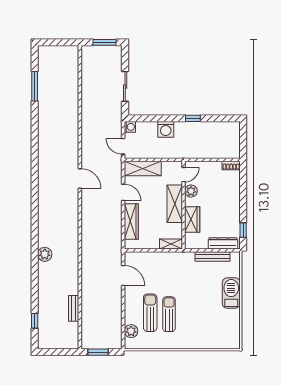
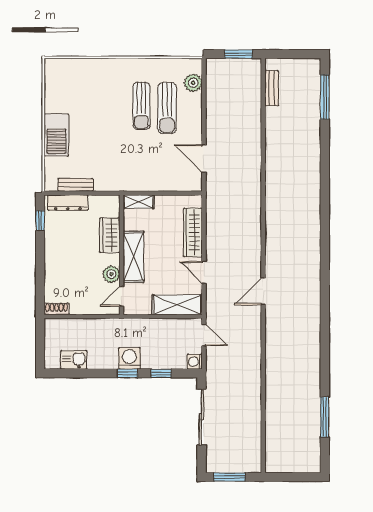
sliding door: (125, 86) -> (201, 417), width x1.37
window: (155, 118) -> (161, 373), added
window: (193, 118) -> (127, 373), moved
kitchen sink: (219, 128) -> (74, 360), added
washing machine: (166, 129) -> (129, 358), moved
door: (80, 178) -> (263, 291), hinge flipped
plant: (45, 254) -> (311, 188), removed
bench: (213, 256) -> (76, 185), width x0.73
bench: (74, 308) -> (272, 88), moved
window: (35, 321) -> (325, 97), width x2.17

